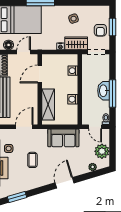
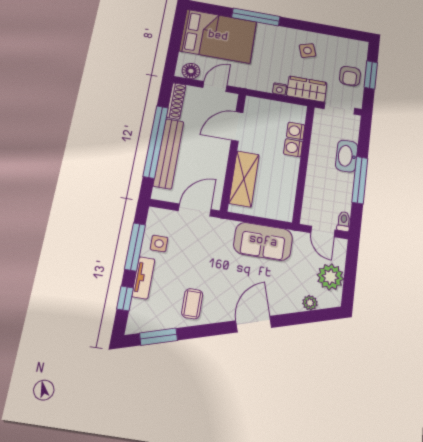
washbasin: (104, 91) -> (347, 156), moved
washing machine: (73, 99) -> (293, 148), moved
coffee table: (32, 160) -> (192, 304), moved

